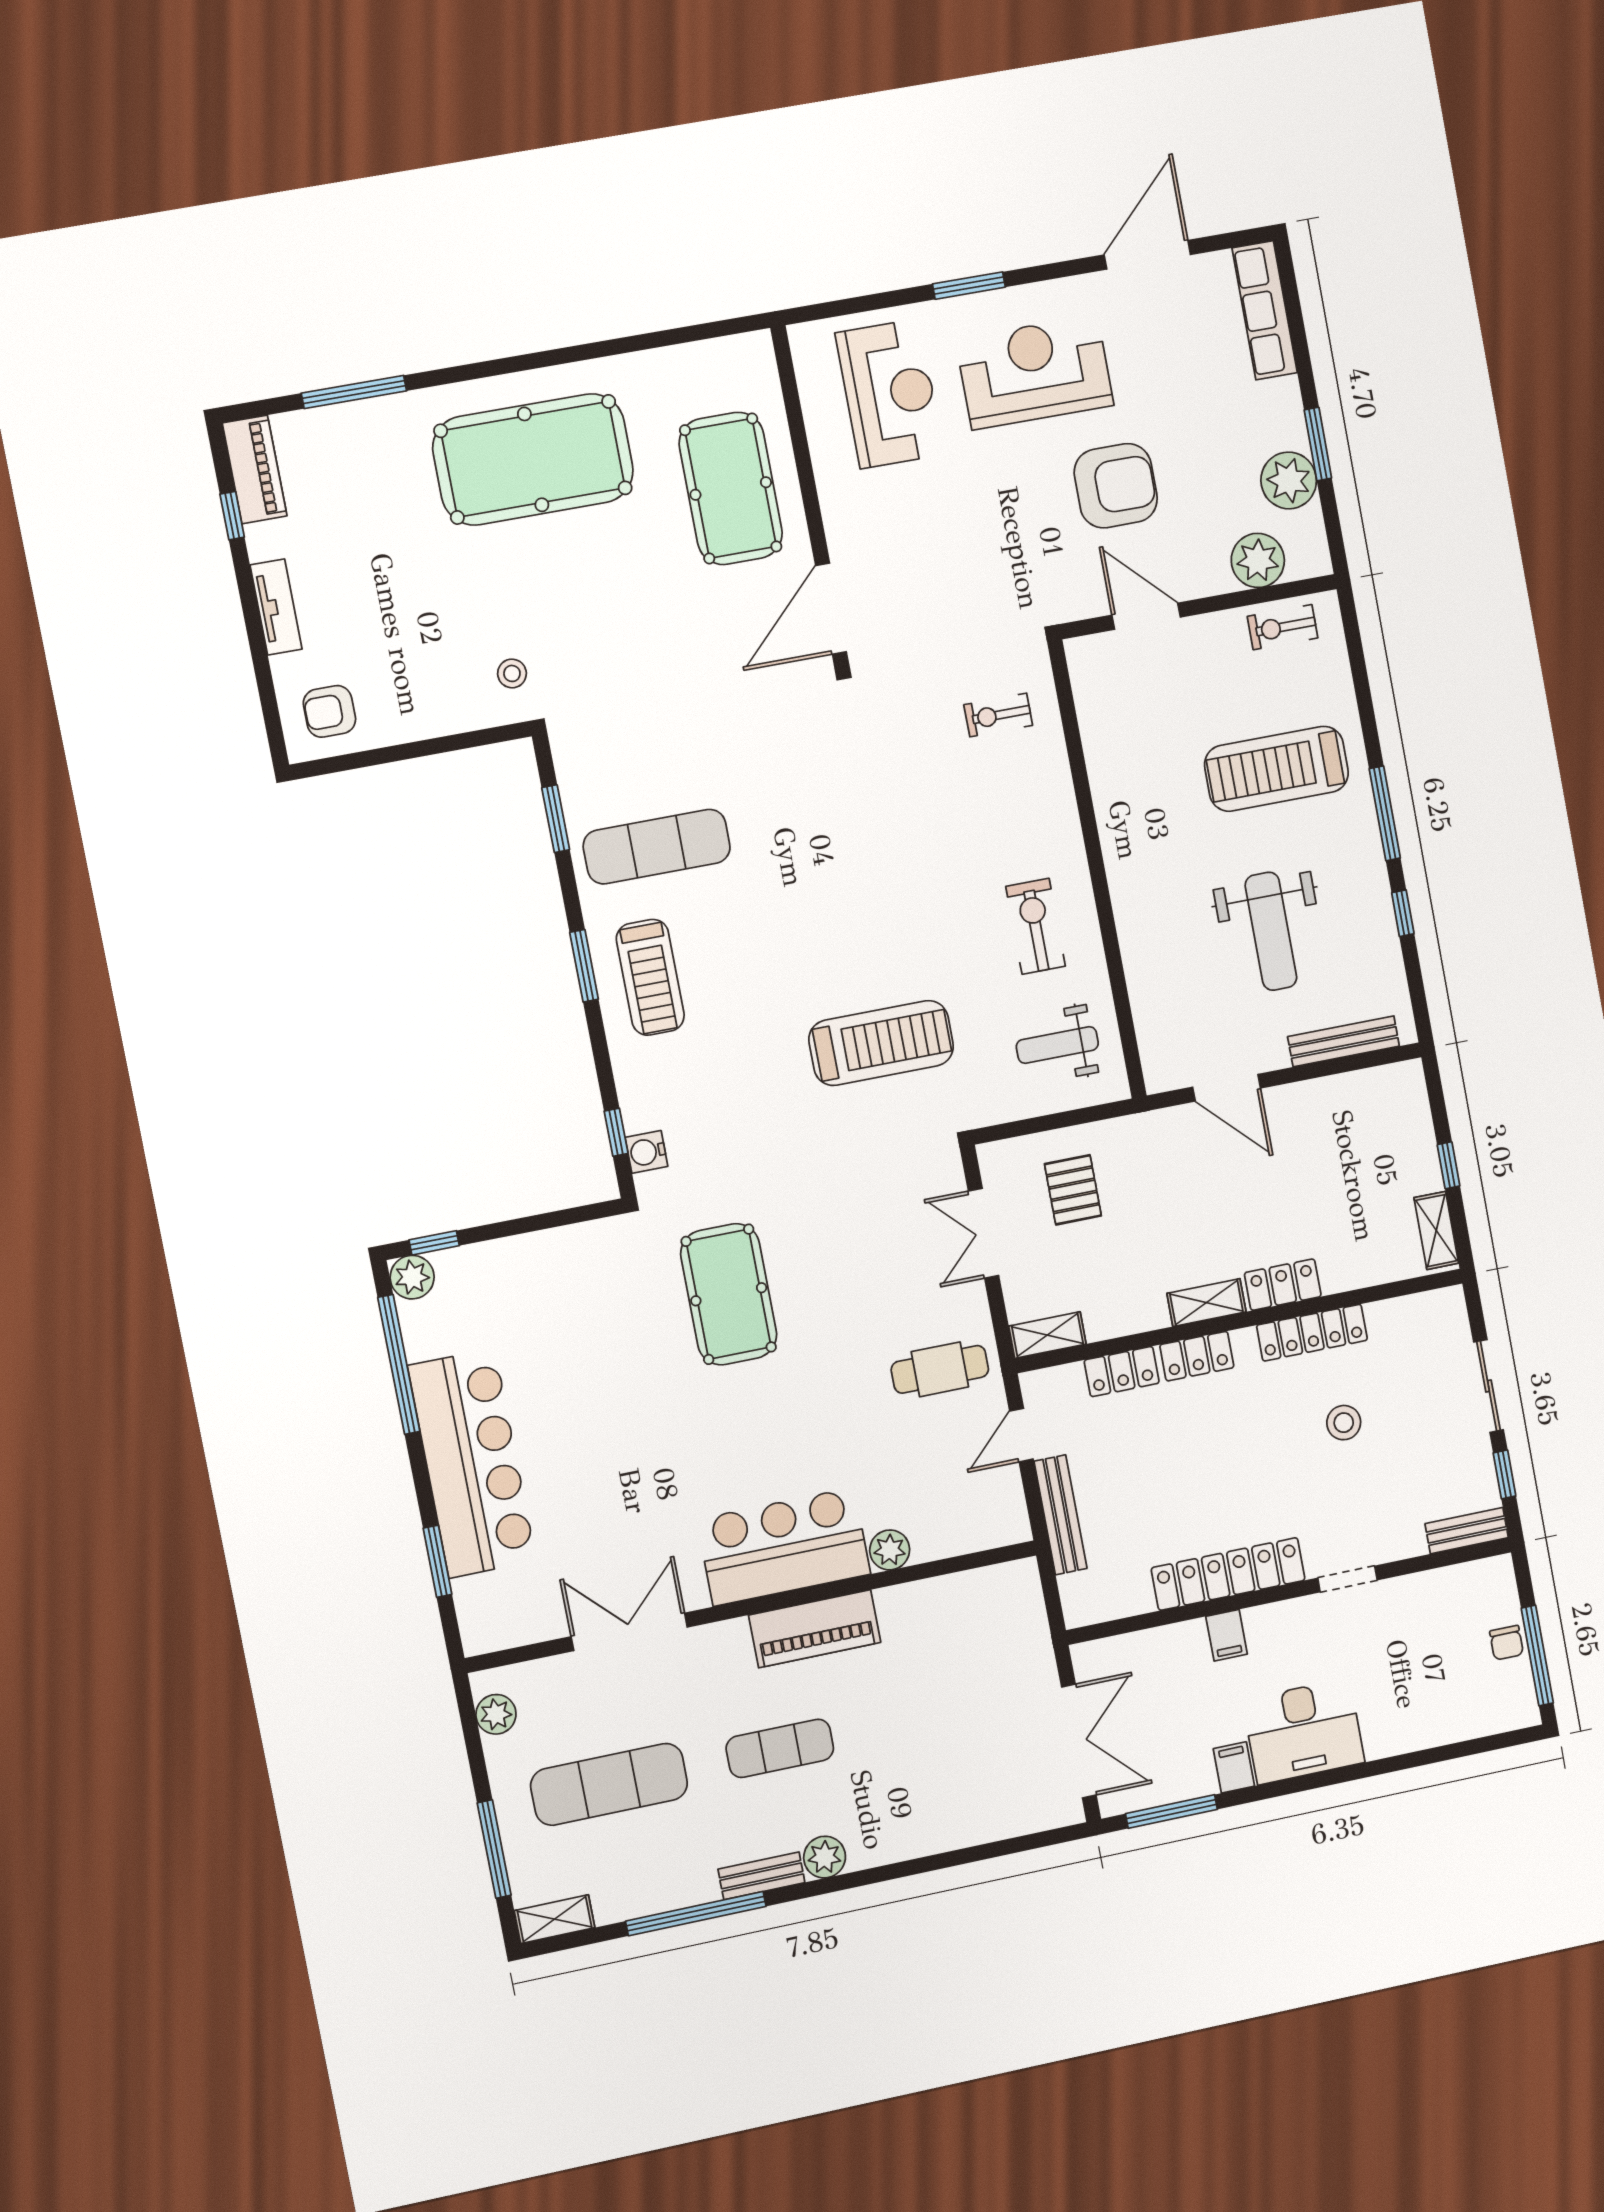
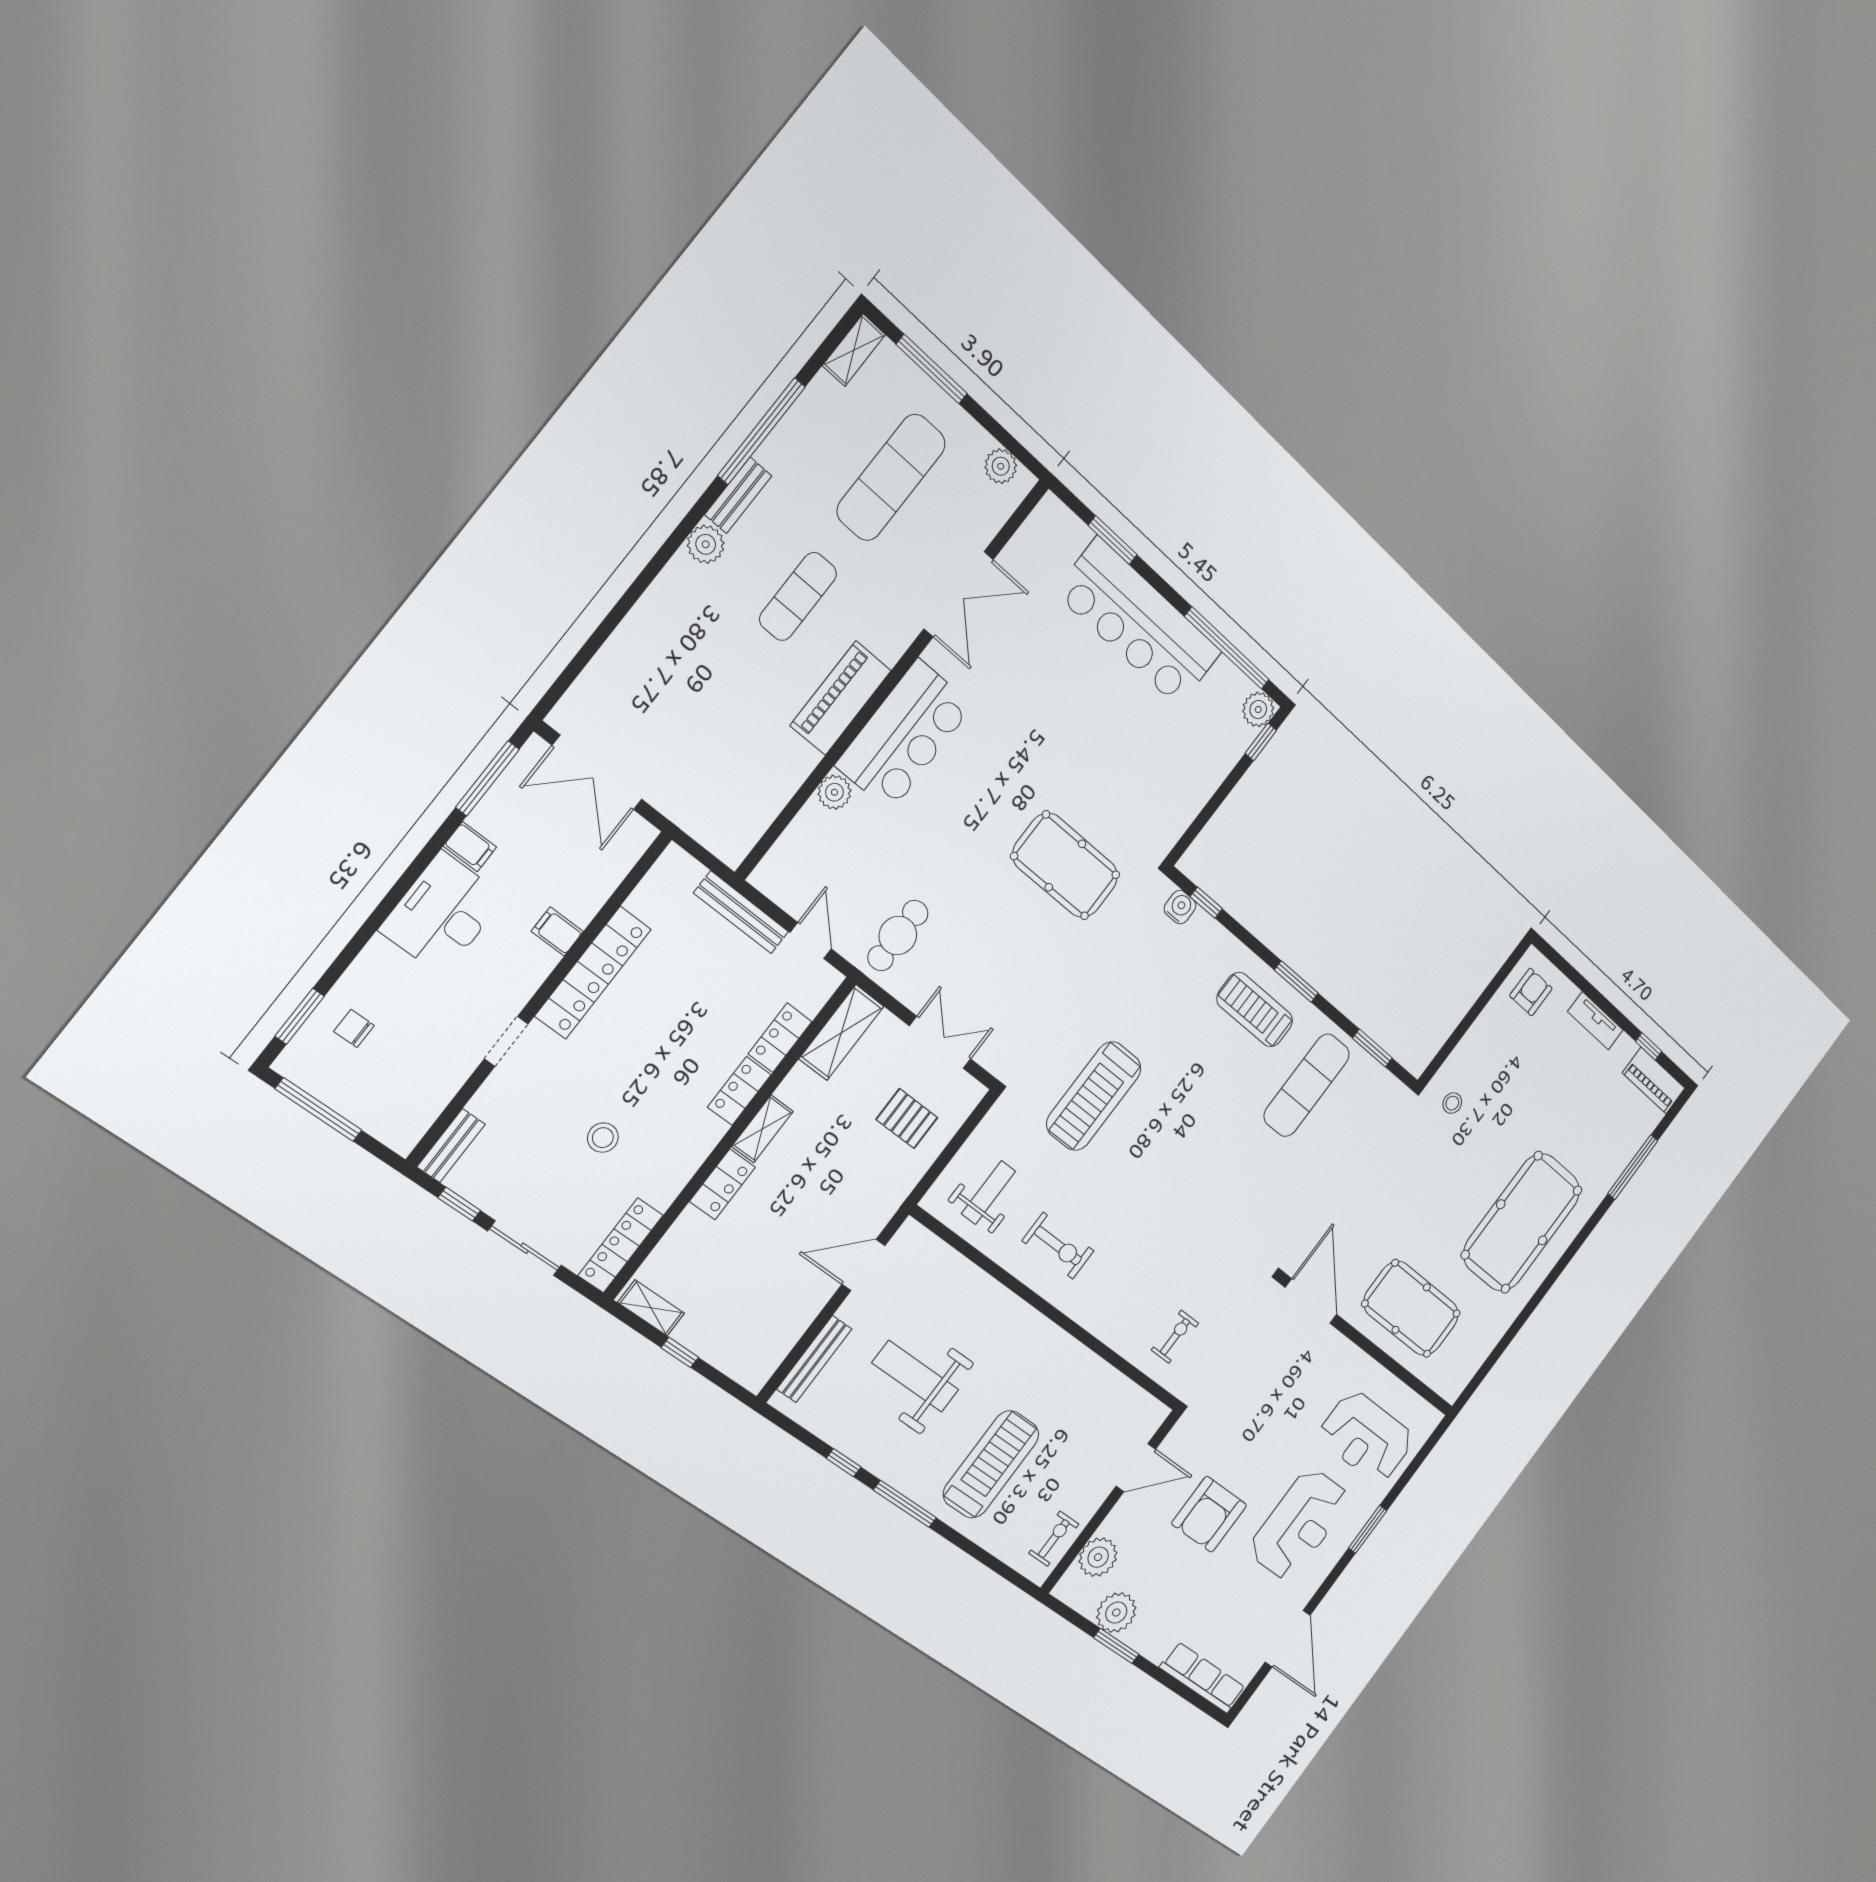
locker: (1312, 1333) -> (621, 1245), moved
shelving: (1047, 1335) -> (841, 1033), width x1.50, depth x1.33
chair: (1507, 1643) -> (354, 1028), moved
window: (1483, 1745) -> (300, 1016), added

